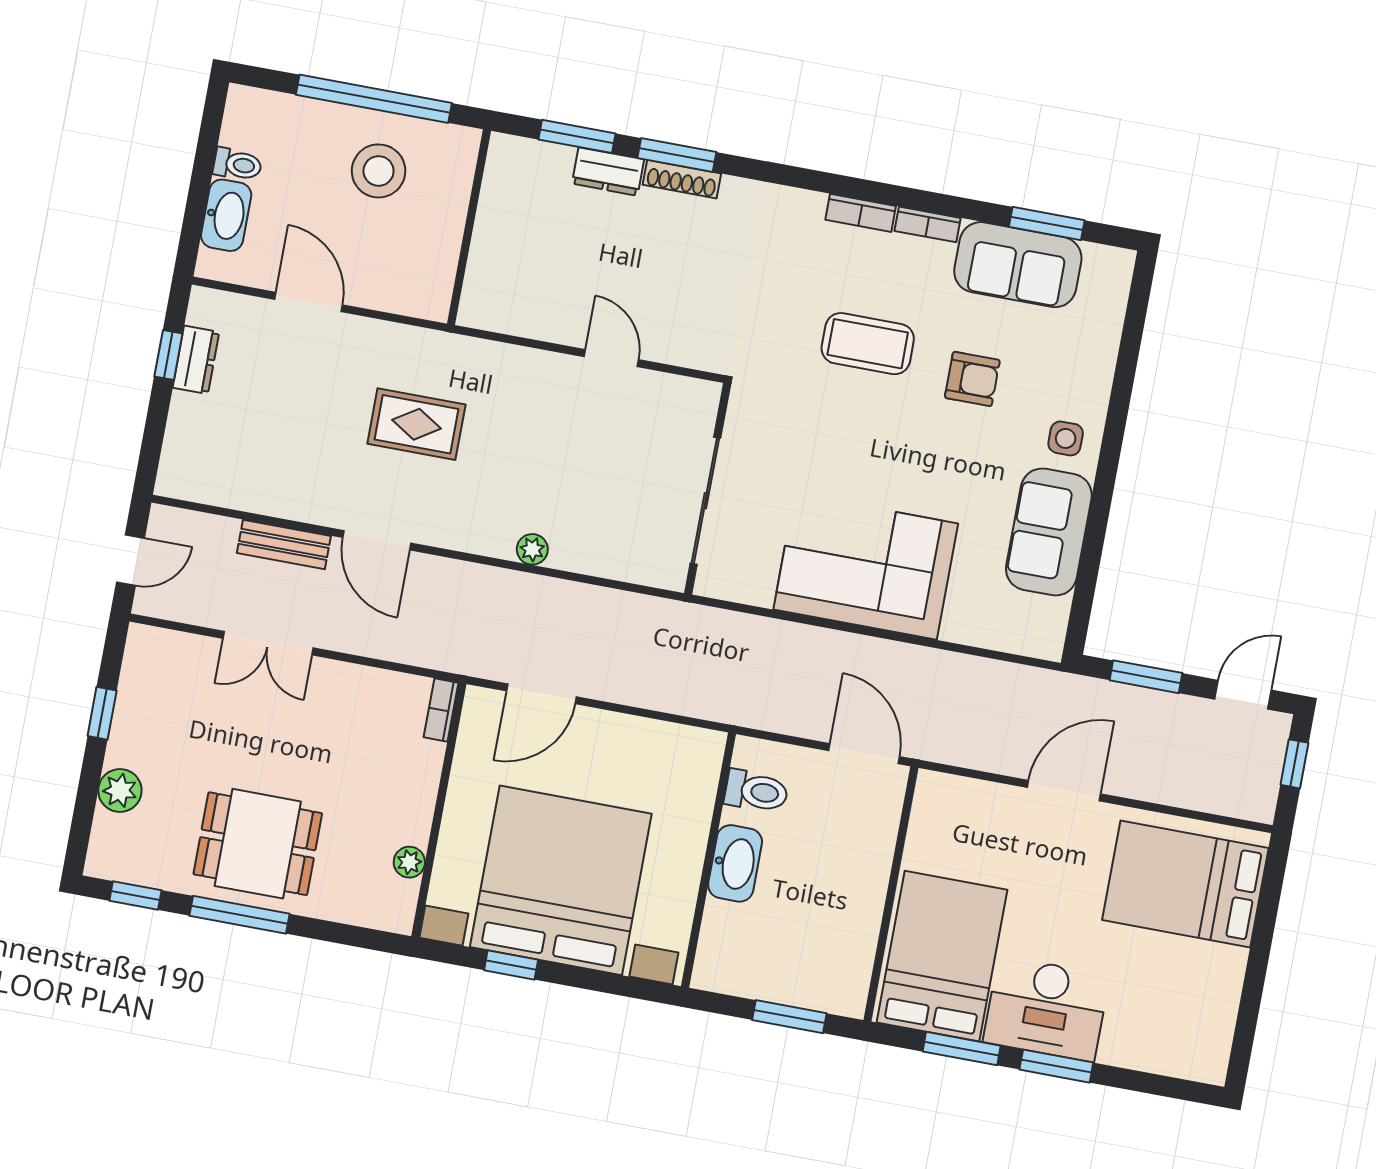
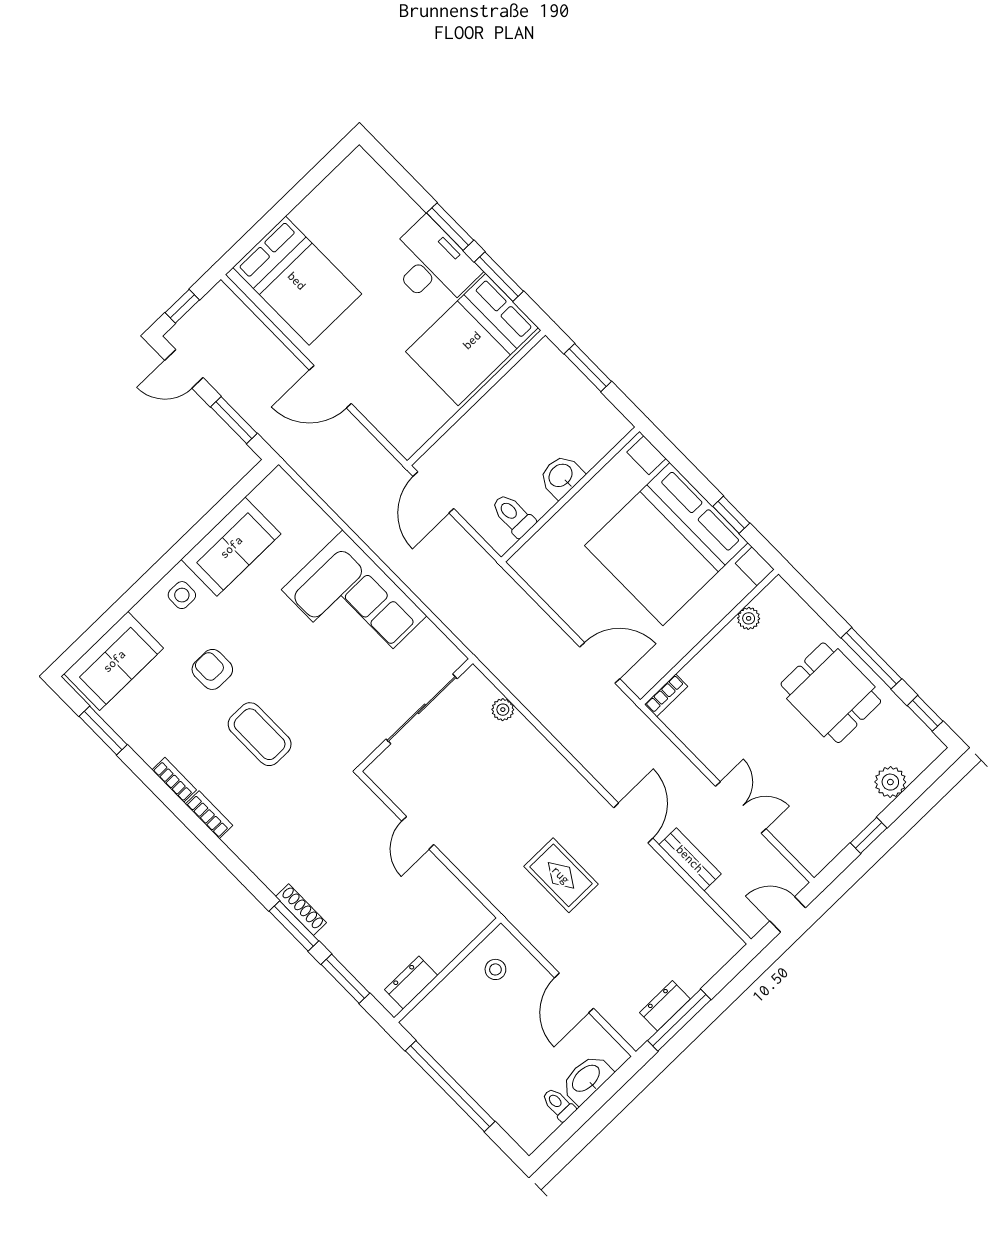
stool: (379, 171) -> (495, 969), moved, width x0.53, depth x0.53
dresser: (608, 171) -> (411, 983), moved, turned -90
sofa: (1018, 265) -> (114, 661), moved, turned 90
window: (168, 355) -> (679, 1020), width x2.17
plant: (532, 549) -> (503, 710), moved
washbasin: (735, 863) -> (561, 476), width x0.72

